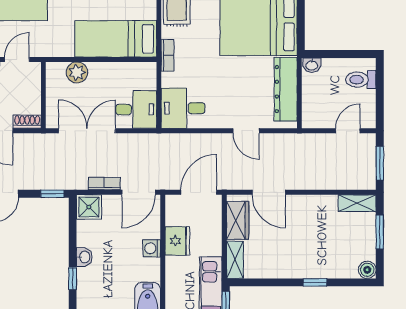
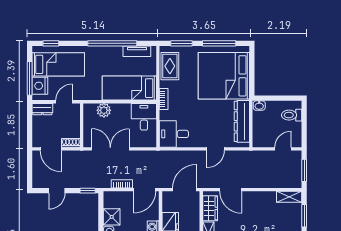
desk: (136, 109) -> (144, 117), moved, turned -90
door: (246, 131) -> (216, 149), hinge flipped
shower: (89, 207) -> (112, 217), moved

